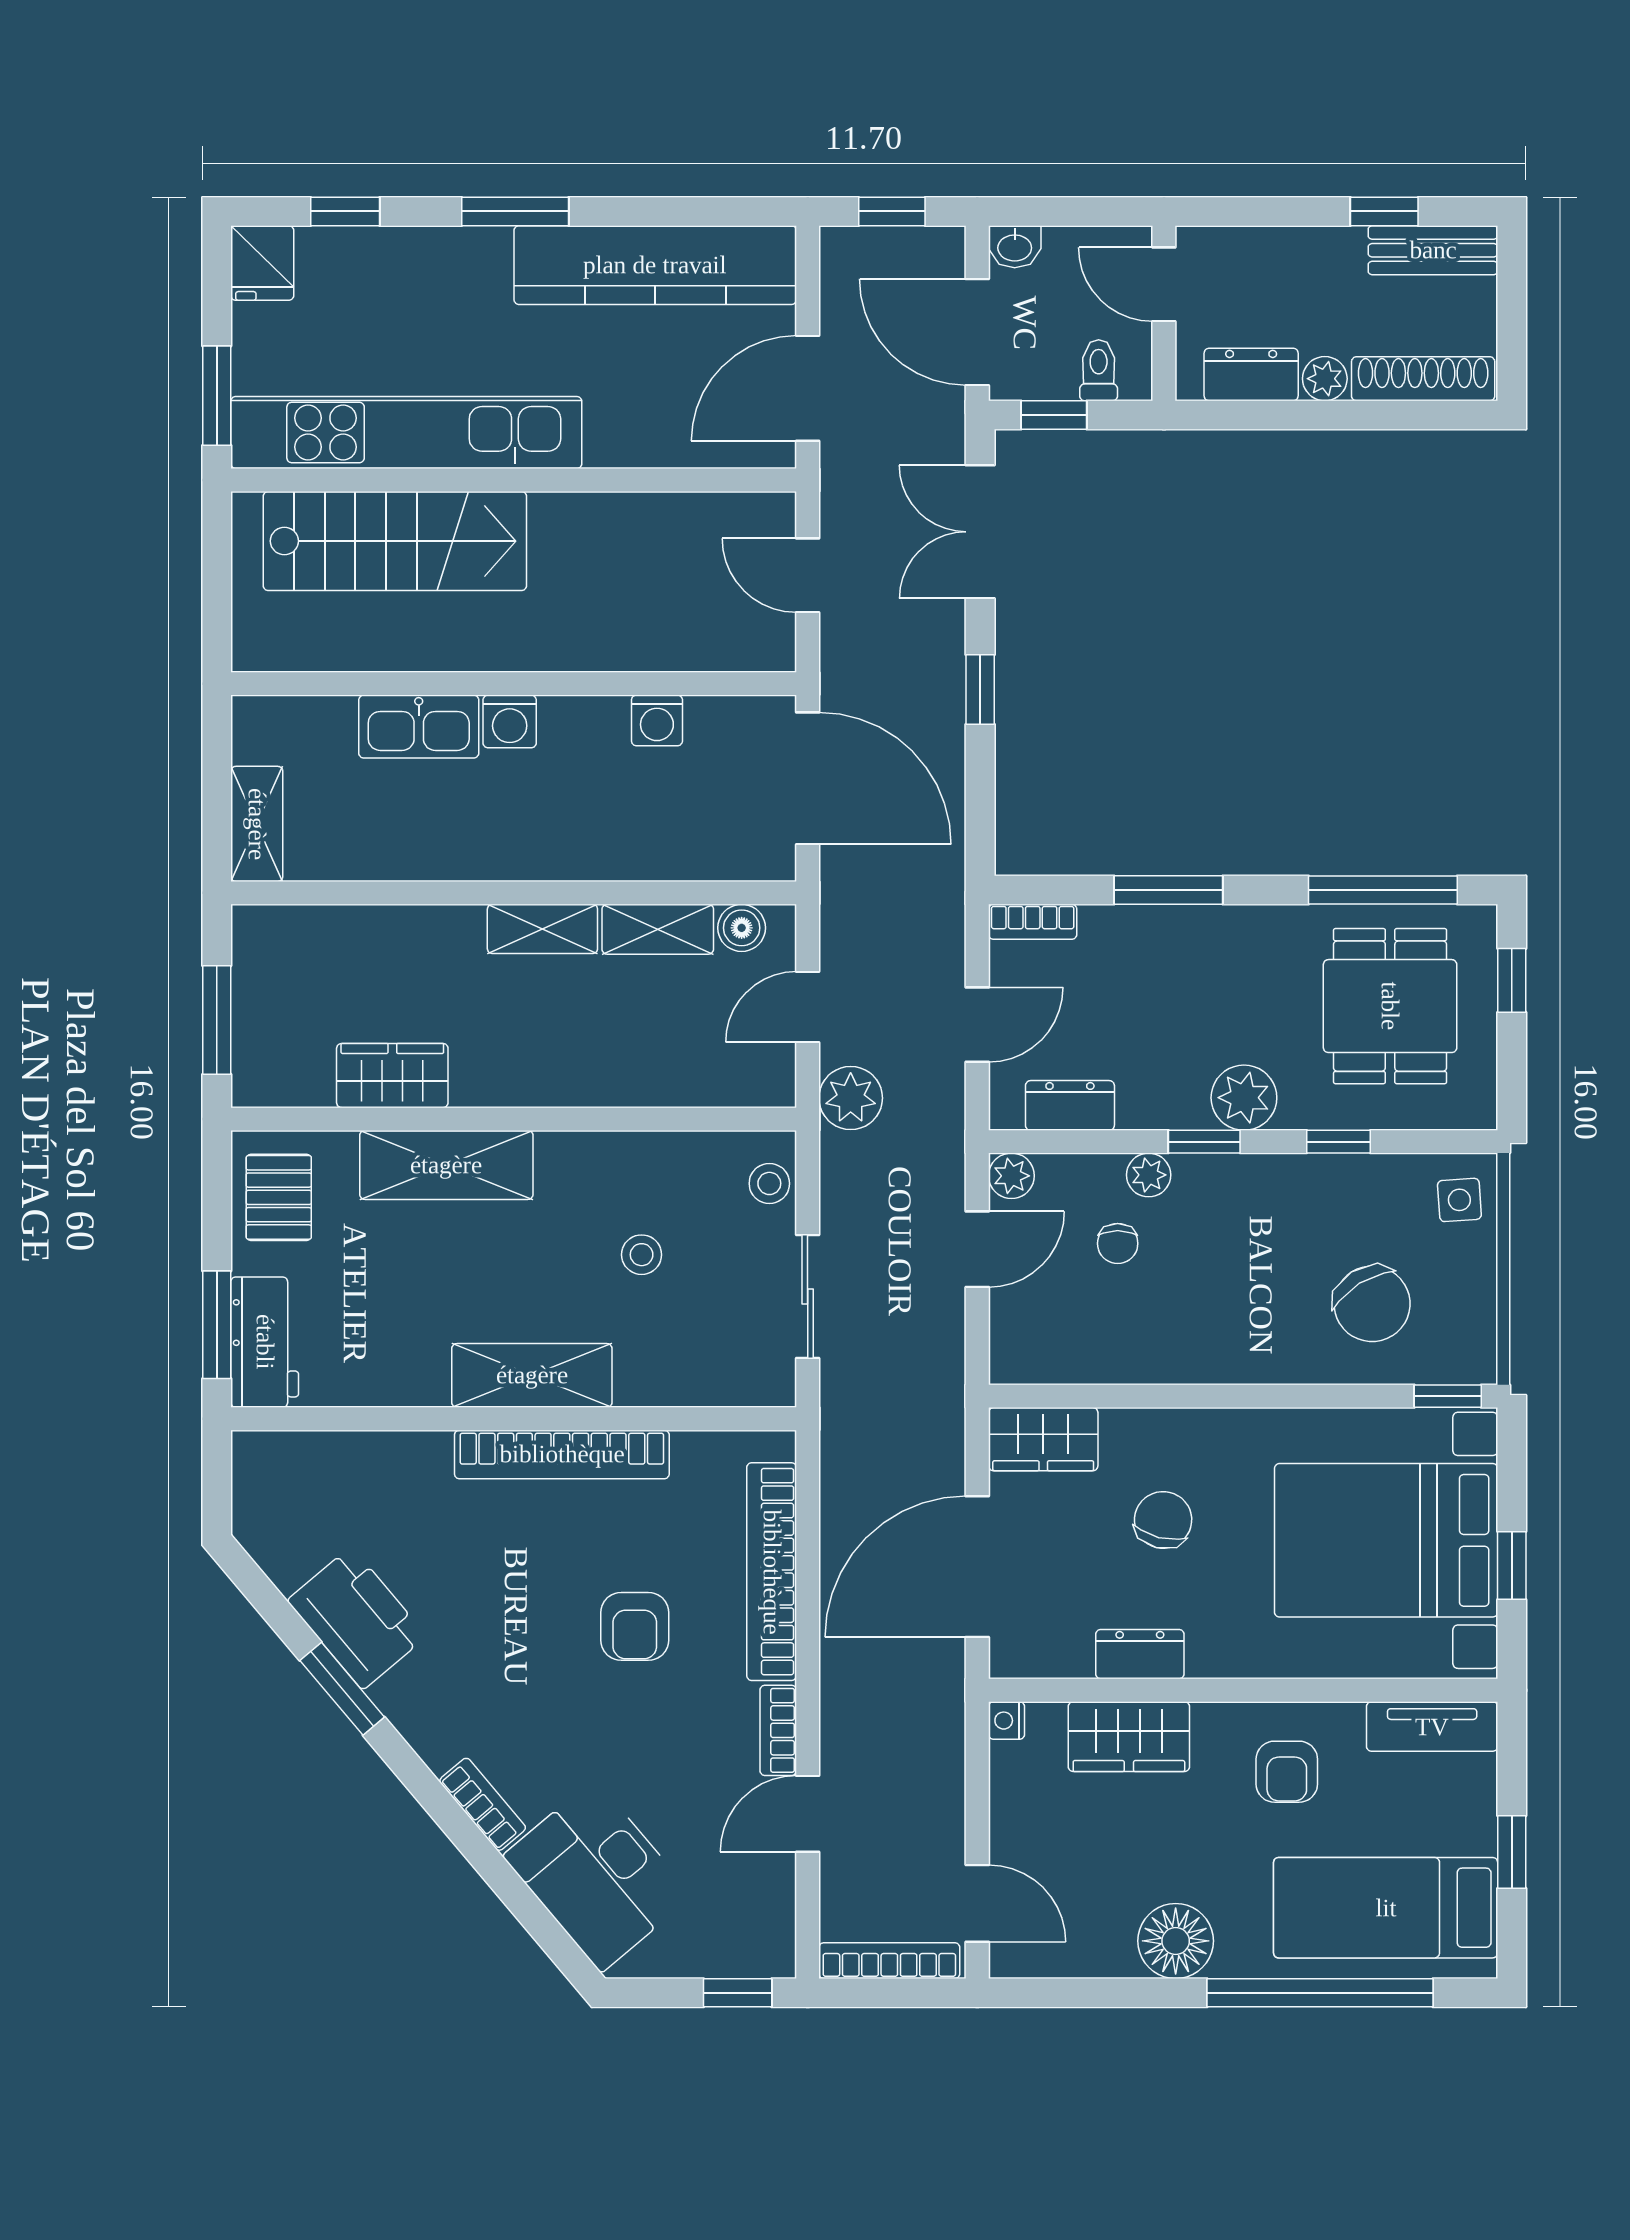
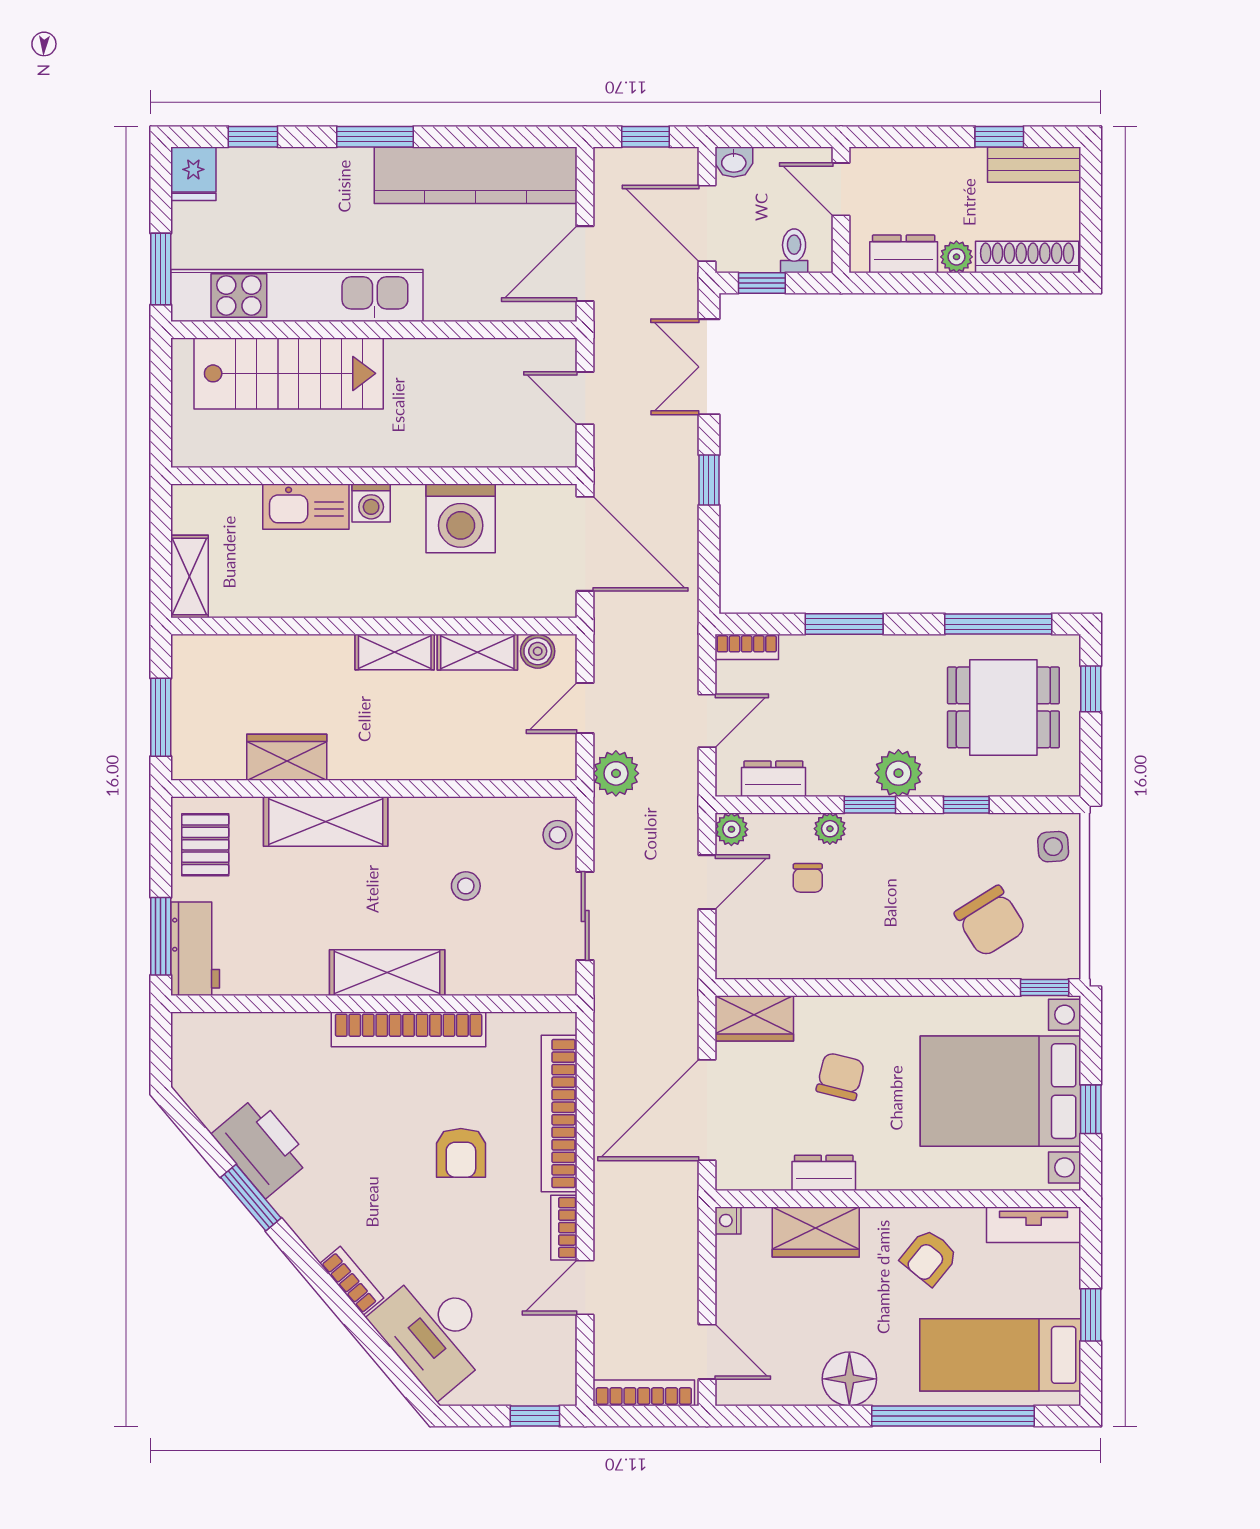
washing machine: (657, 720) -> (461, 518), width x1.89, depth x1.89
dining table: (1390, 1006) -> (1003, 707), turned 90
armchair: (1287, 1772) -> (929, 1257), turned 39

